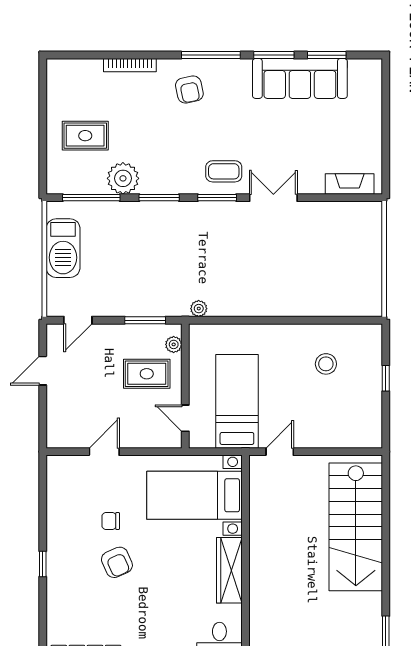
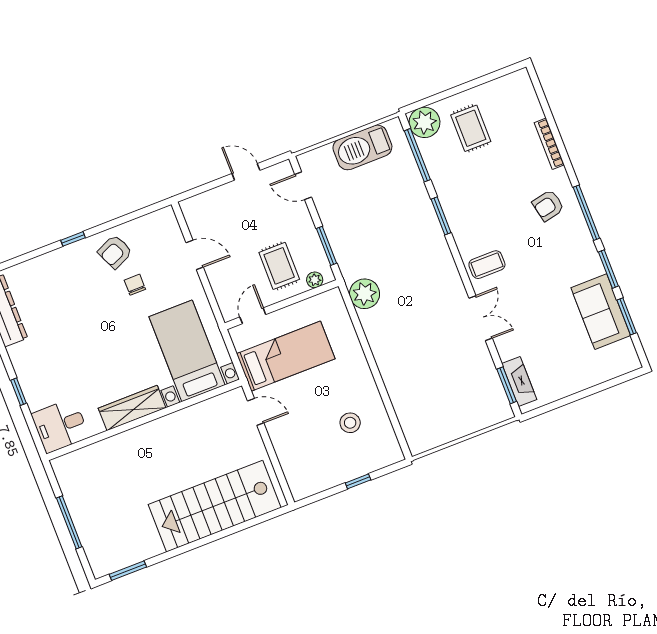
sofa: (300, 78) -> (601, 312), width x0.73
coffee table: (224, 171) -> (487, 265), turned 90
plant: (123, 178) -> (425, 122), moved
window: (217, 198) -> (507, 385), moved
plant: (199, 309) -> (365, 294), width x1.87, depth x1.87
armchair: (117, 562) -> (115, 252), moved

